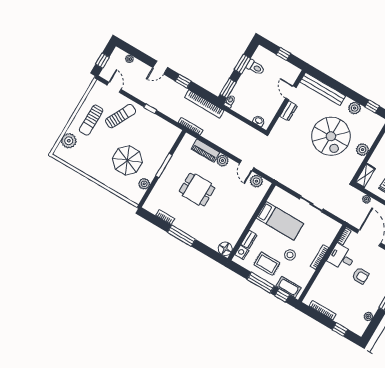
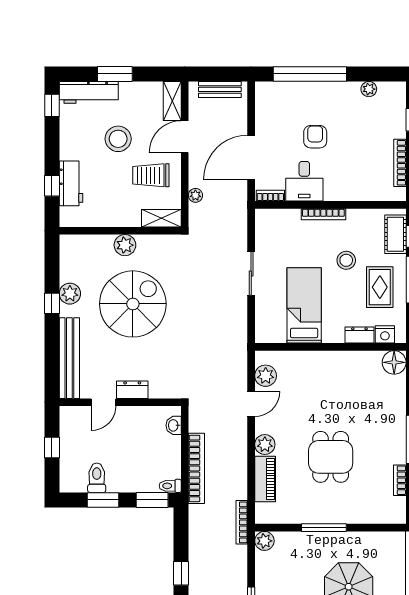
bookcase: (204, 104) -> (196, 468), moved
window: (372, 106) -> (52, 303), moved
plant: (144, 184) -> (264, 541), moved

